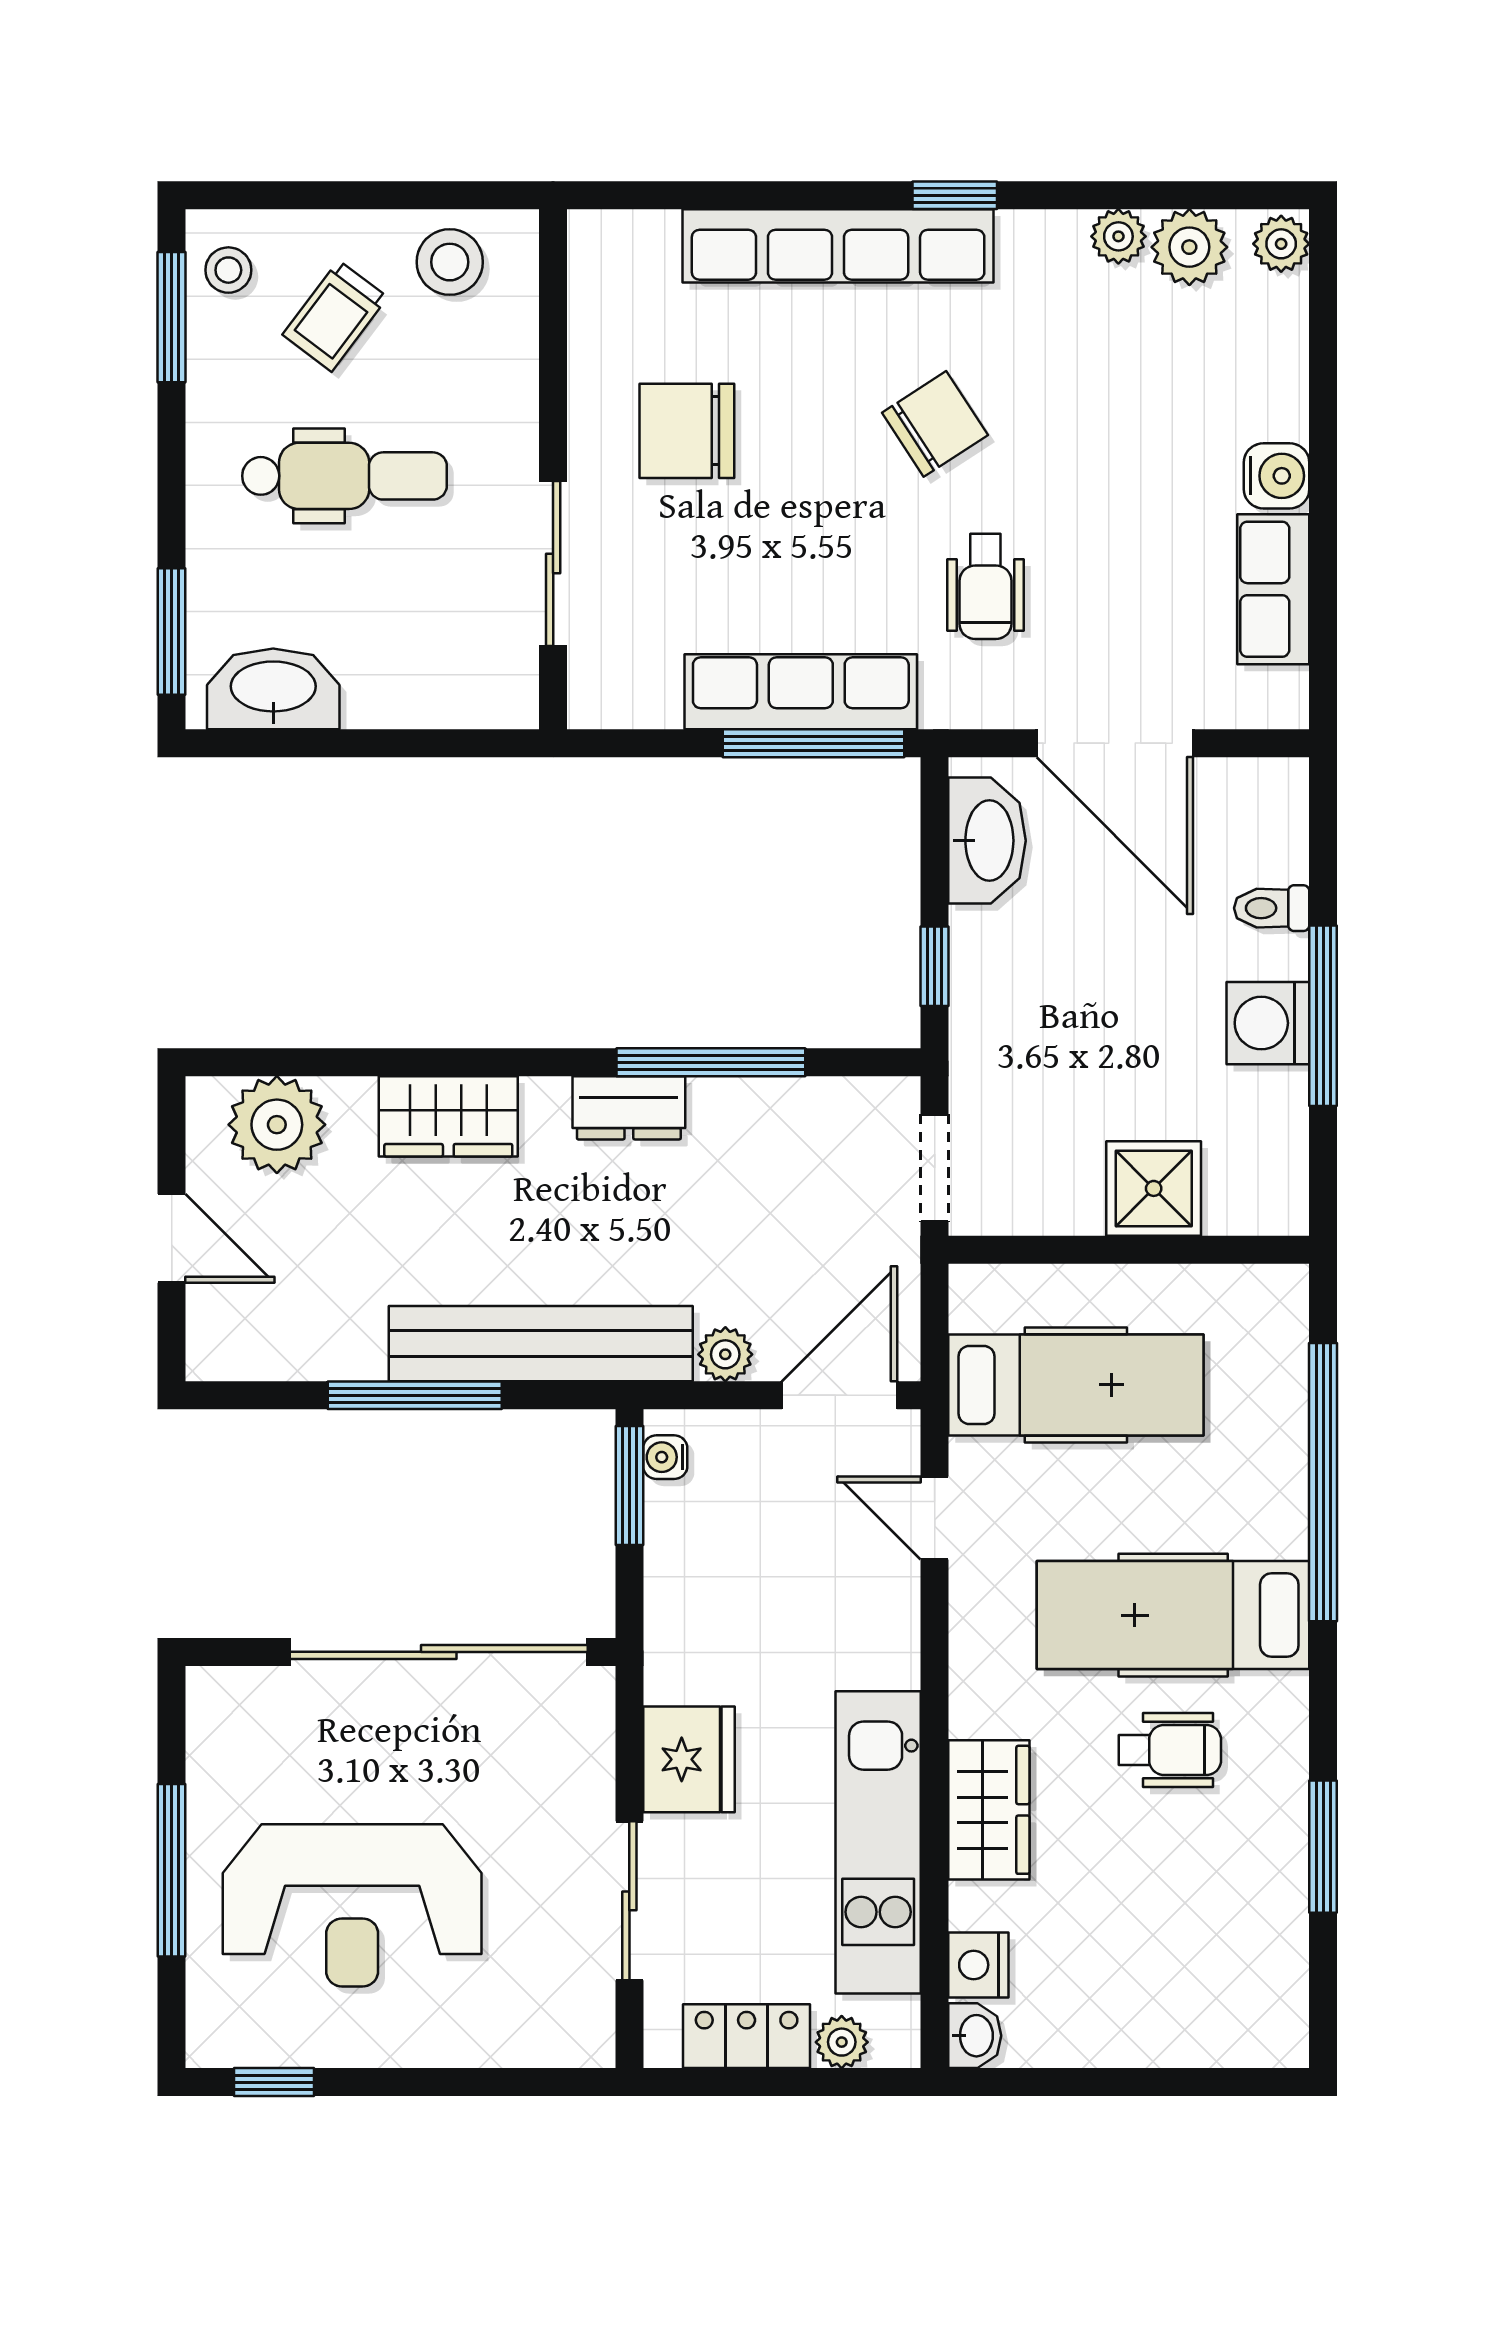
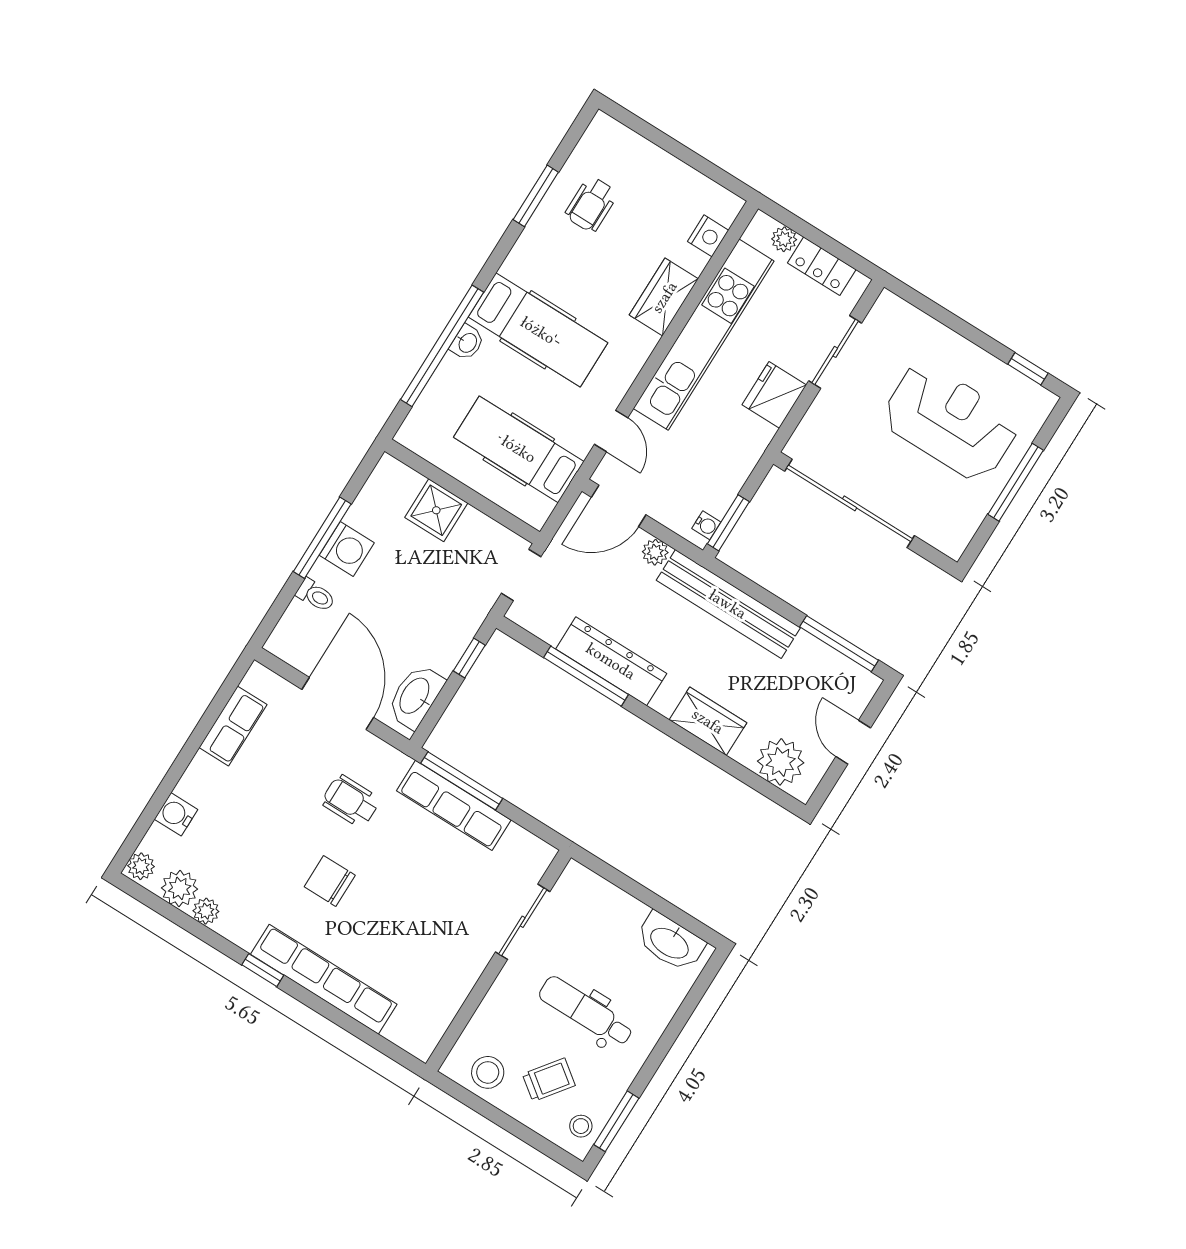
chair: (935, 424) -> (330, 881), turned 33
chair: (687, 431) -> (434, 942), removed
water cooler: (1277, 476) -> (176, 814), moved
wheelchair: (985, 587) -> (351, 801), turned -90
window: (172, 632) -> (697, 992), removed
dresser: (629, 1108) -> (611, 661), width x1.96, depth x1.24
window: (415, 1395) -> (839, 644), moved
wheelchair: (1170, 1750) -> (591, 204), moved, turned -90
kitchen unit: (878, 1842) -> (704, 335), width x1.36
washbasin: (975, 2036) -> (467, 343), moved, turned 180

